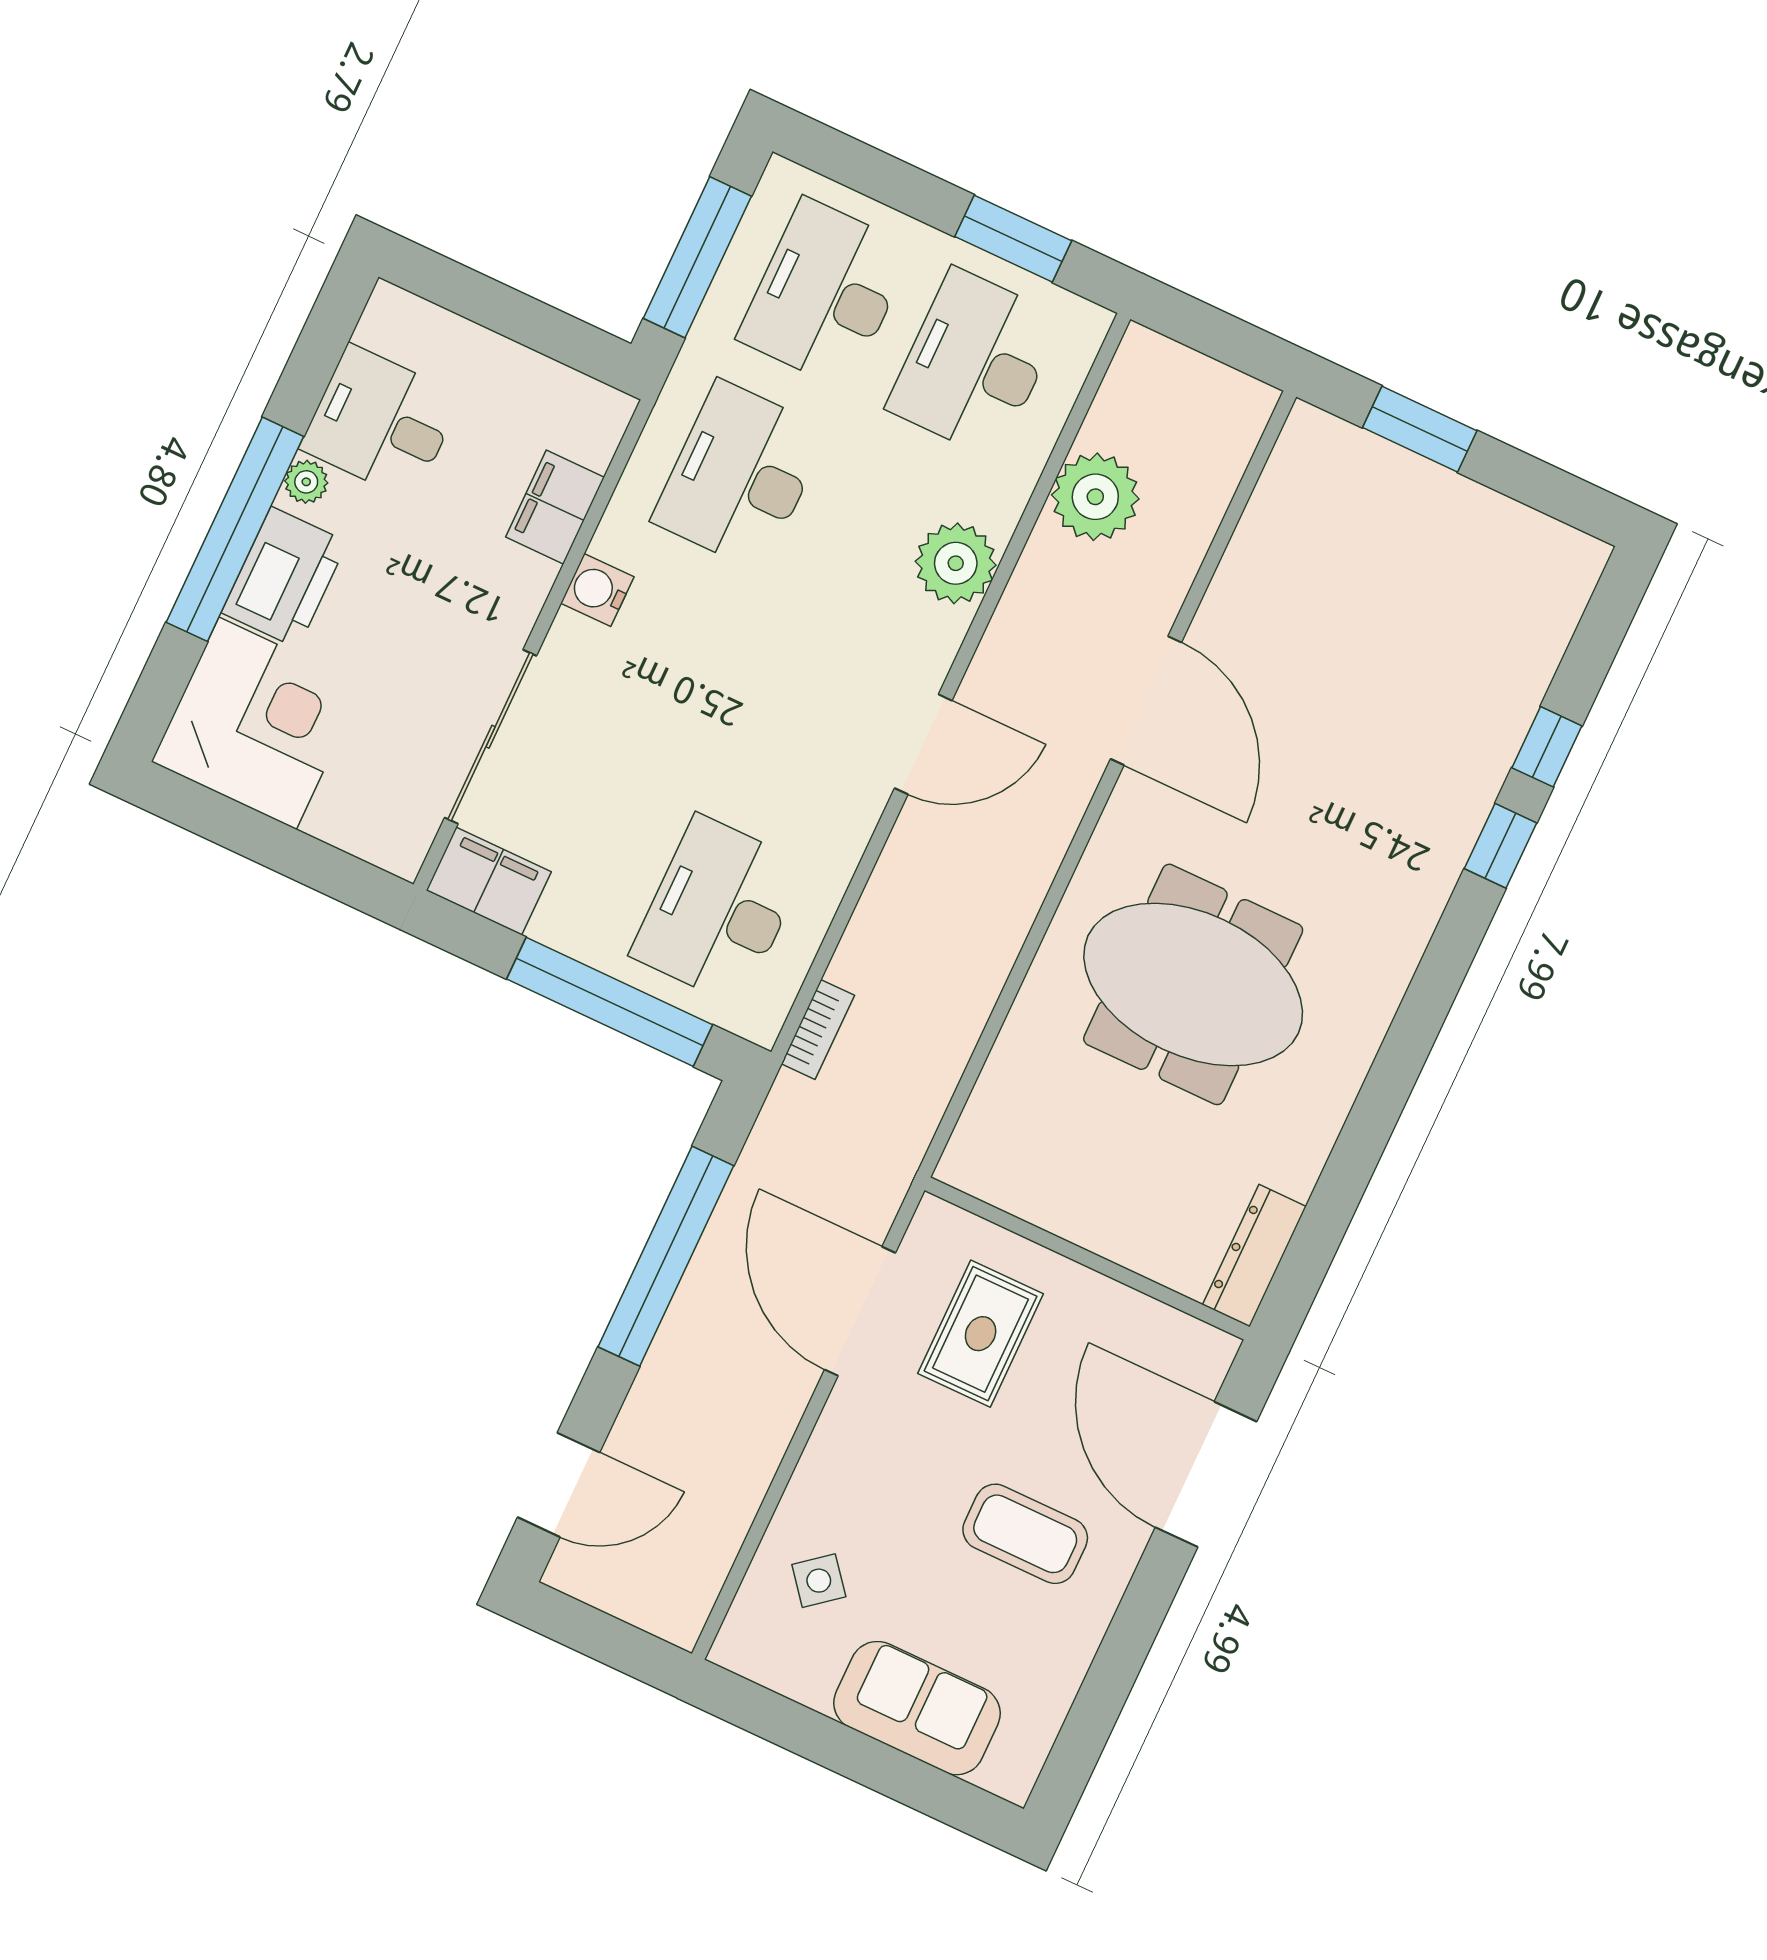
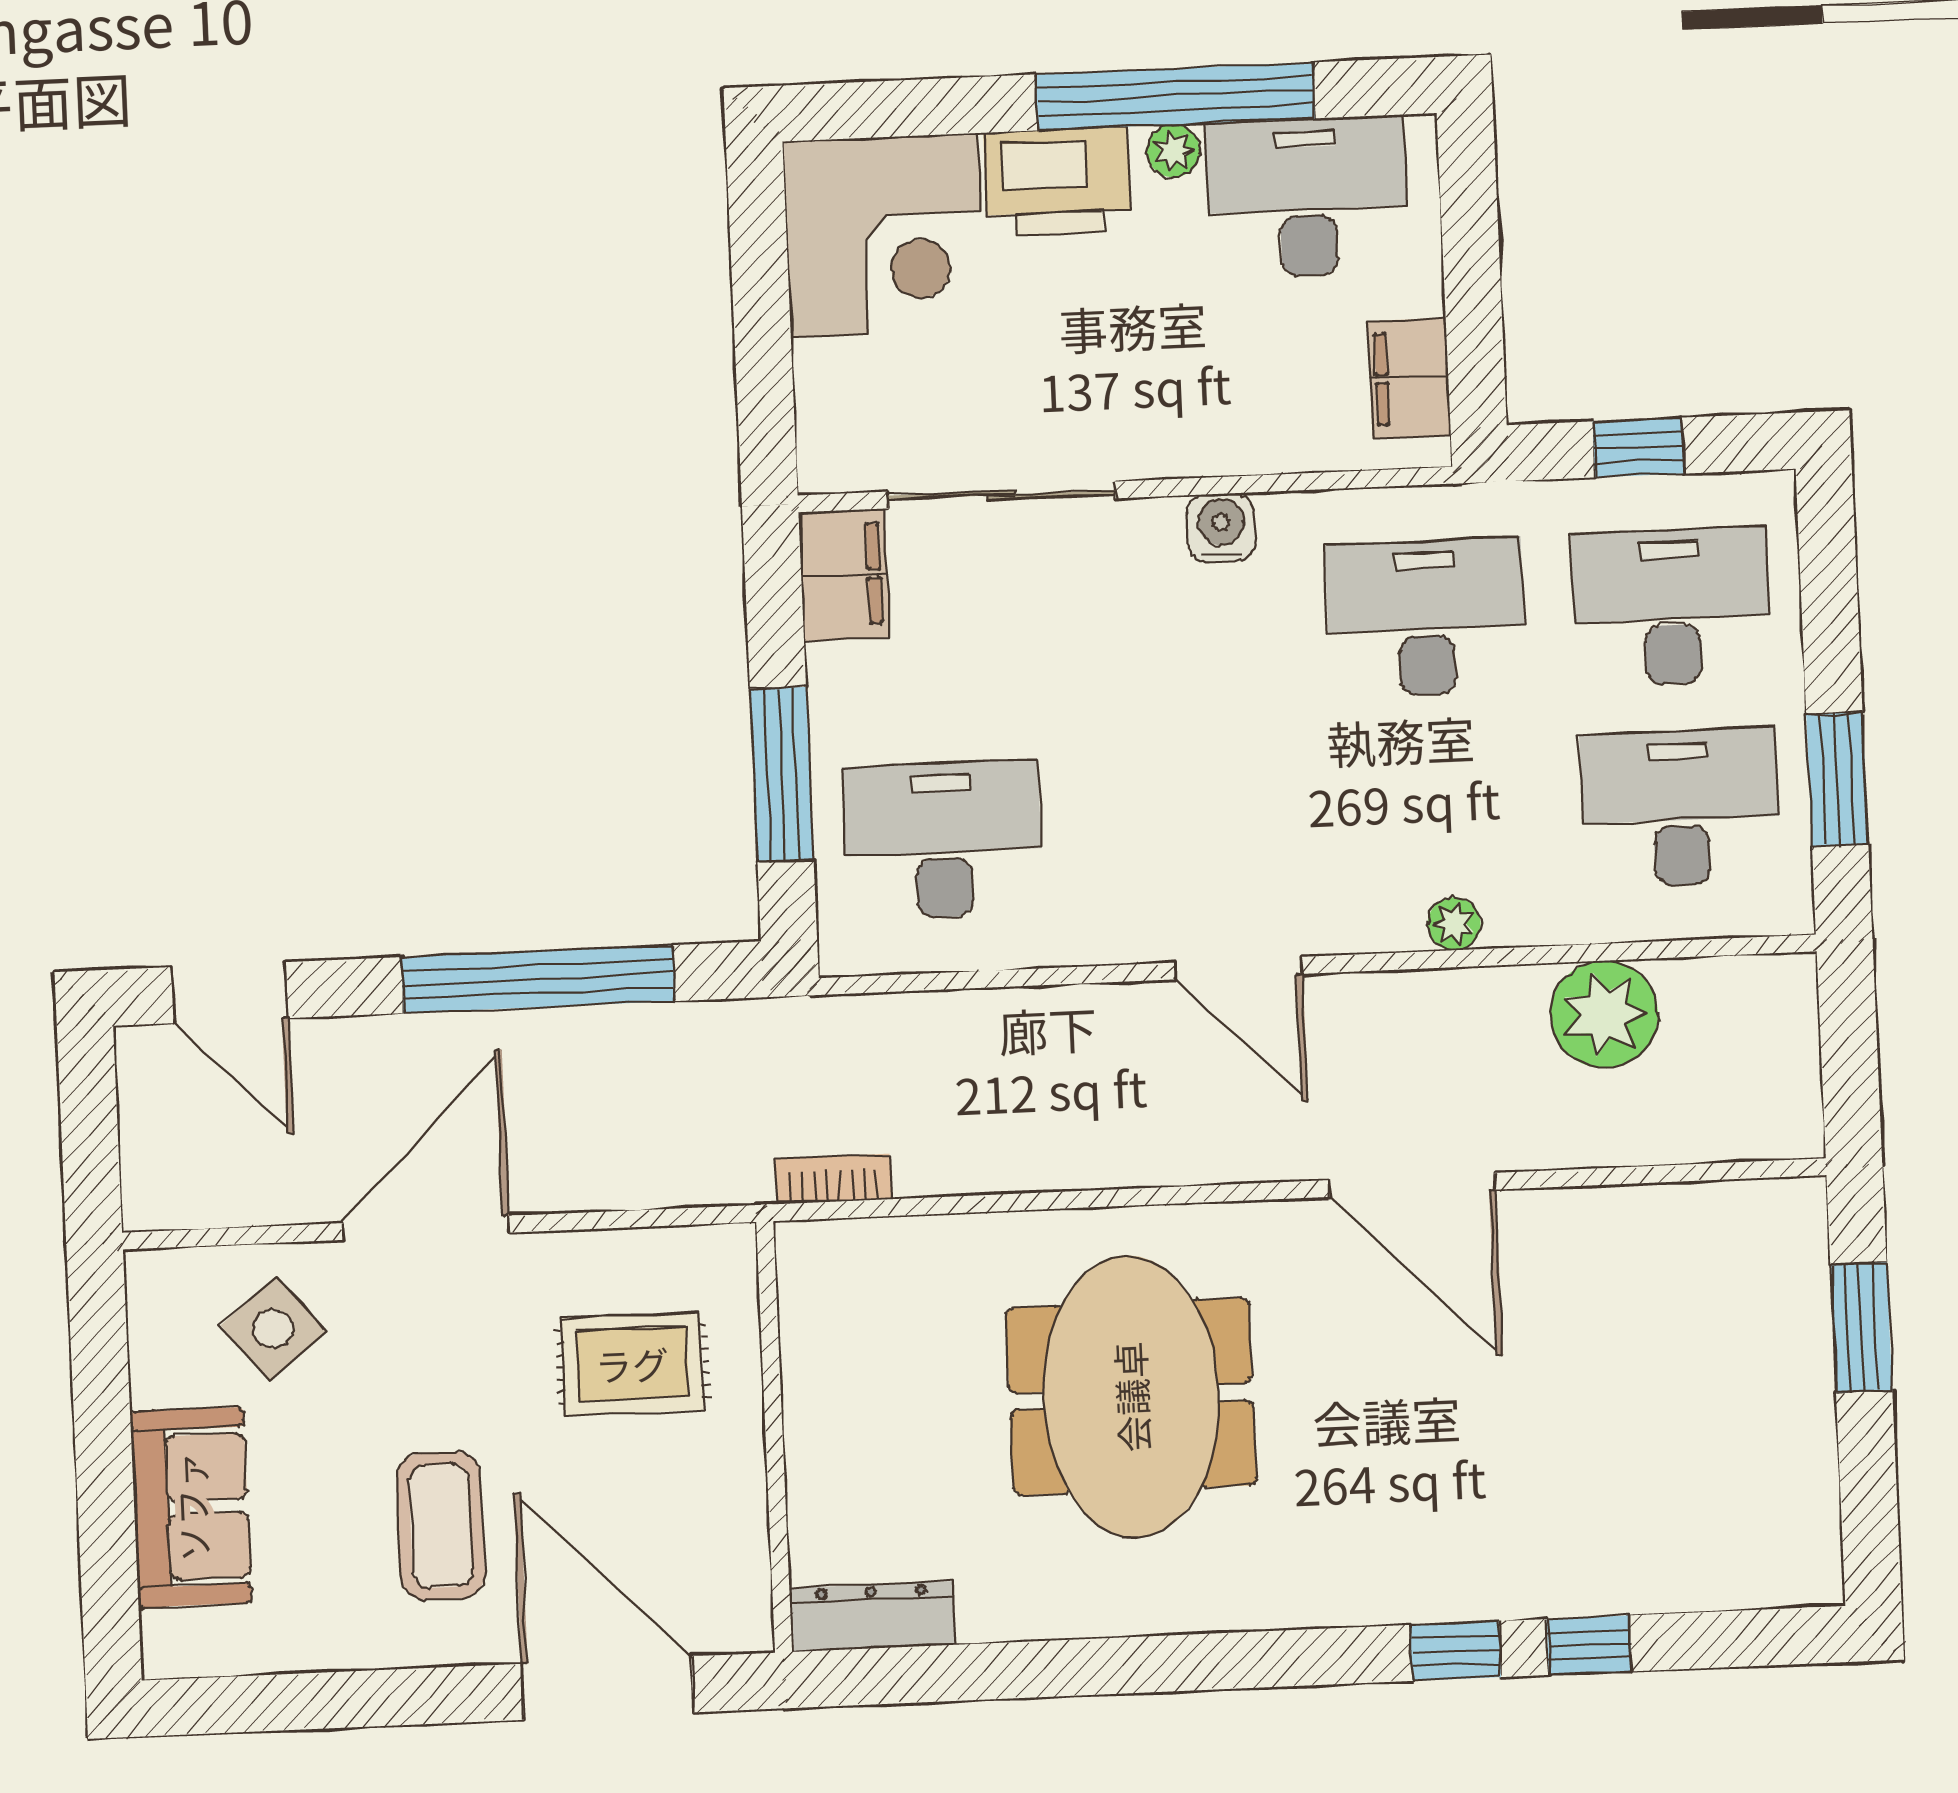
window: (697, 257) -> (1638, 448), width x0.46
desk: (381, 422) -> (1307, 197), width x1.37
filing cabinet: (555, 507) -> (1409, 378), moved, turned -90
window: (235, 529) -> (1175, 96), moved
plant: (956, 563) -> (1454, 924), width x0.53, depth x0.53
door: (1146, 701) -> (1412, 1185), hinge flipped
window: (610, 1002) -> (782, 774), width x0.68
bookcase: (818, 1030) -> (833, 1179), moved, turned 180
door: (860, 1311) -> (426, 1228), moved
door: (1206, 1474) -> (608, 1688), hinge flipped
side table: (819, 1581) -> (273, 1329), width x1.37, depth x1.37

